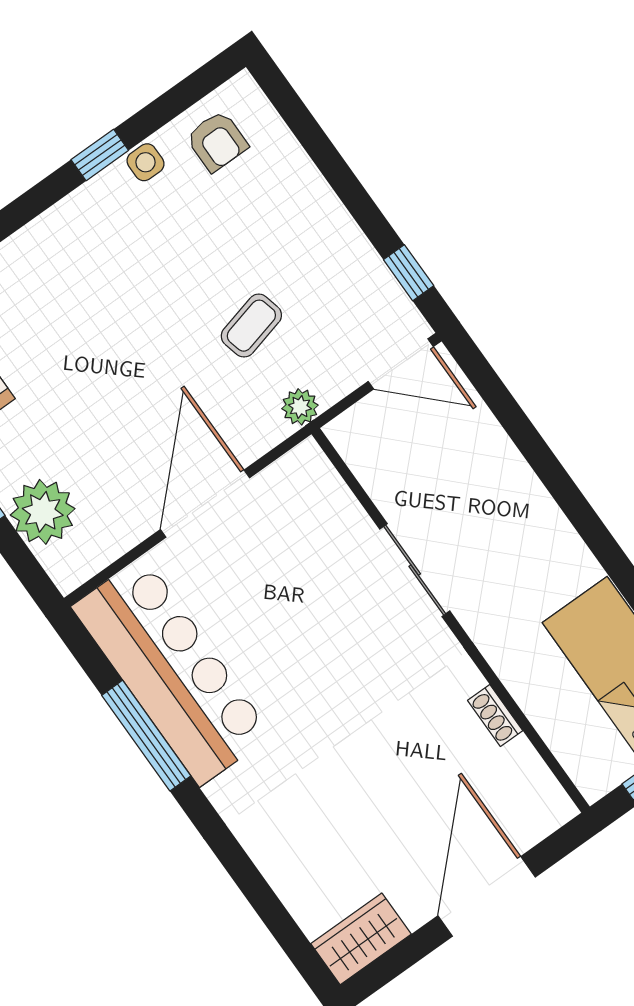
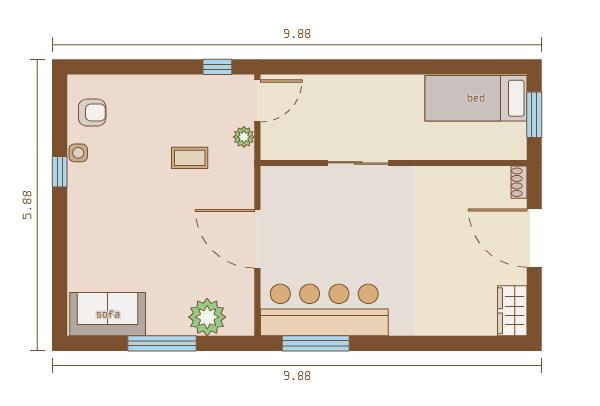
coffee table: (251, 326) -> (190, 158), turned -76
plant: (300, 407) -> (244, 137), moved
shoe rack: (495, 715) -> (519, 182), moved, turned 90
window: (146, 736) -> (316, 343), moved

